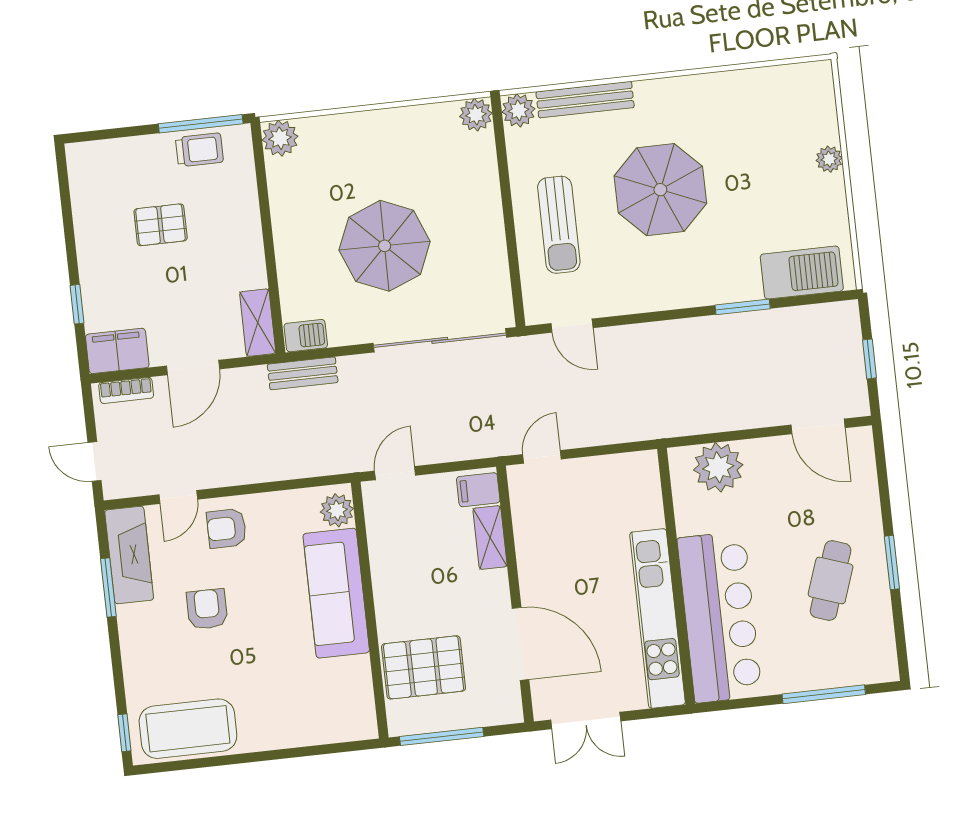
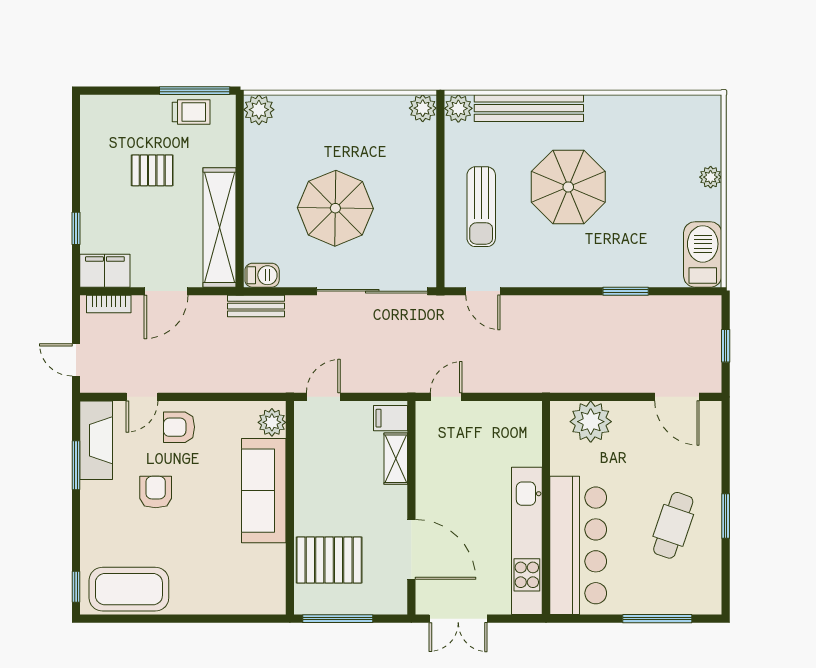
bench: (585, 100) -> (529, 108), width x1.37, depth x1.21
barbecue: (802, 273) -> (703, 254), moved, turned -90
shelving: (258, 323) -> (219, 227), width x2.20, depth x1.33

